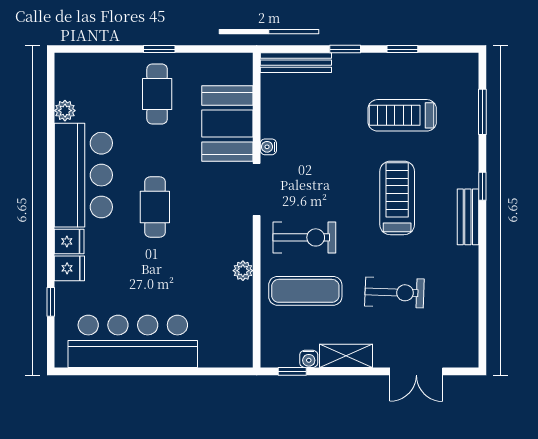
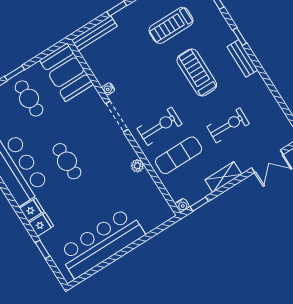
booth: (227, 124) -> (67, 72), moved
water cooler: (309, 359) -> (182, 205), moved

